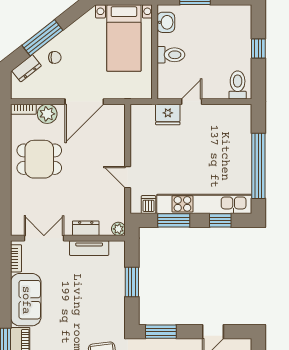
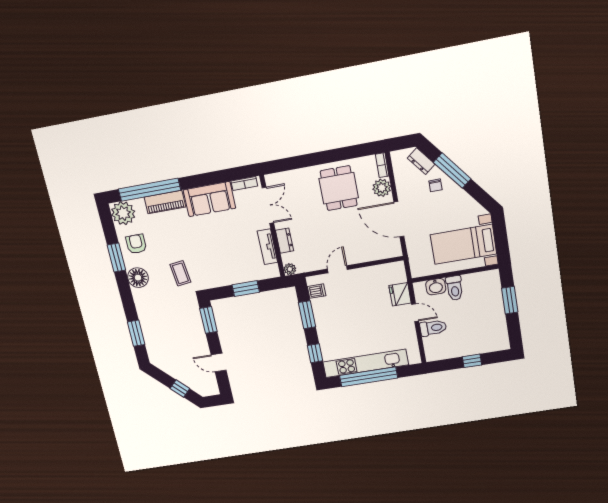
washbasin: (166, 22) -> (436, 287), moved
toilet: (238, 85) -> (433, 328), moved
kitchen unit: (204, 204) -> (366, 363), moved, turned -90

